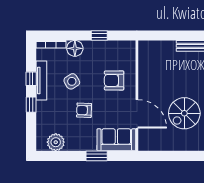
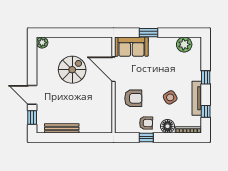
window: (31, 79) -> (206, 111), moved
armchair: (84, 110) -> (146, 123), moved

